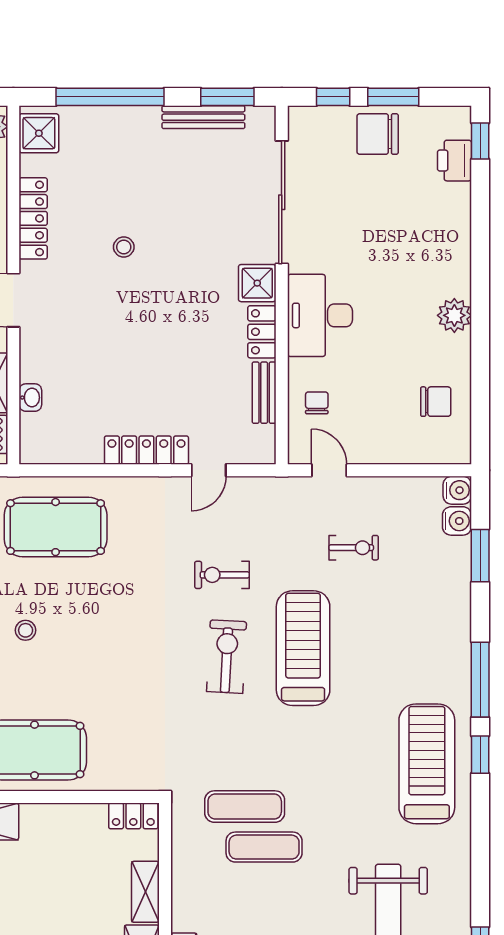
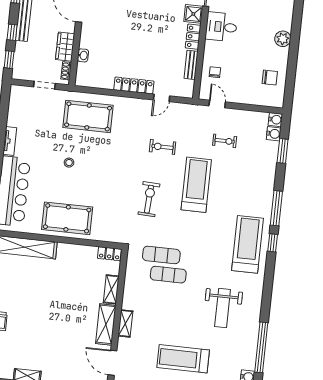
desk: (320, 315) -> (221, 27), width x0.73
exercise bike: (227, 657) -> (149, 199), moved

